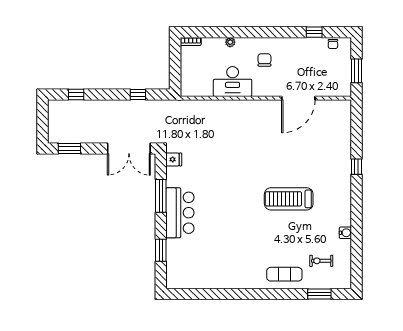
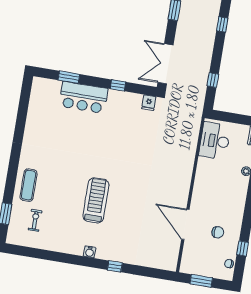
chair: (264, 60) -> (218, 232), moved
desk: (233, 81) -> (215, 141), moved
window: (161, 196) -> (118, 85), width x0.46
bar counter: (180, 213) -> (83, 97), moved
water cooler: (345, 233) -> (90, 252), moved

